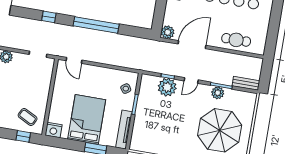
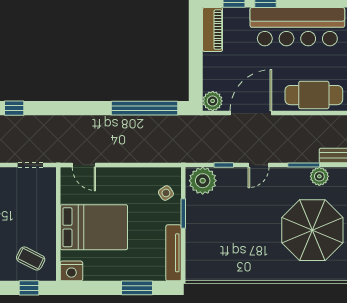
window: (49, 17) -> (14, 108), moved
window: (96, 25) -> (145, 108), moved
cafe table: (236, 40) -> (314, 95), width x1.37, depth x1.35
plant: (167, 87) -> (203, 181), moved
plant: (218, 93) -> (319, 176), moved
bed: (87, 119) -> (94, 227), moved, turned 90

